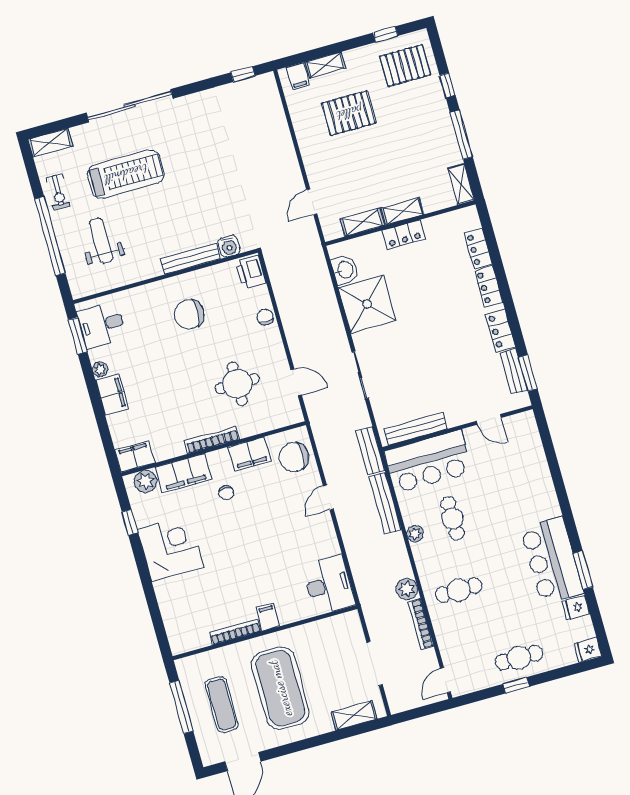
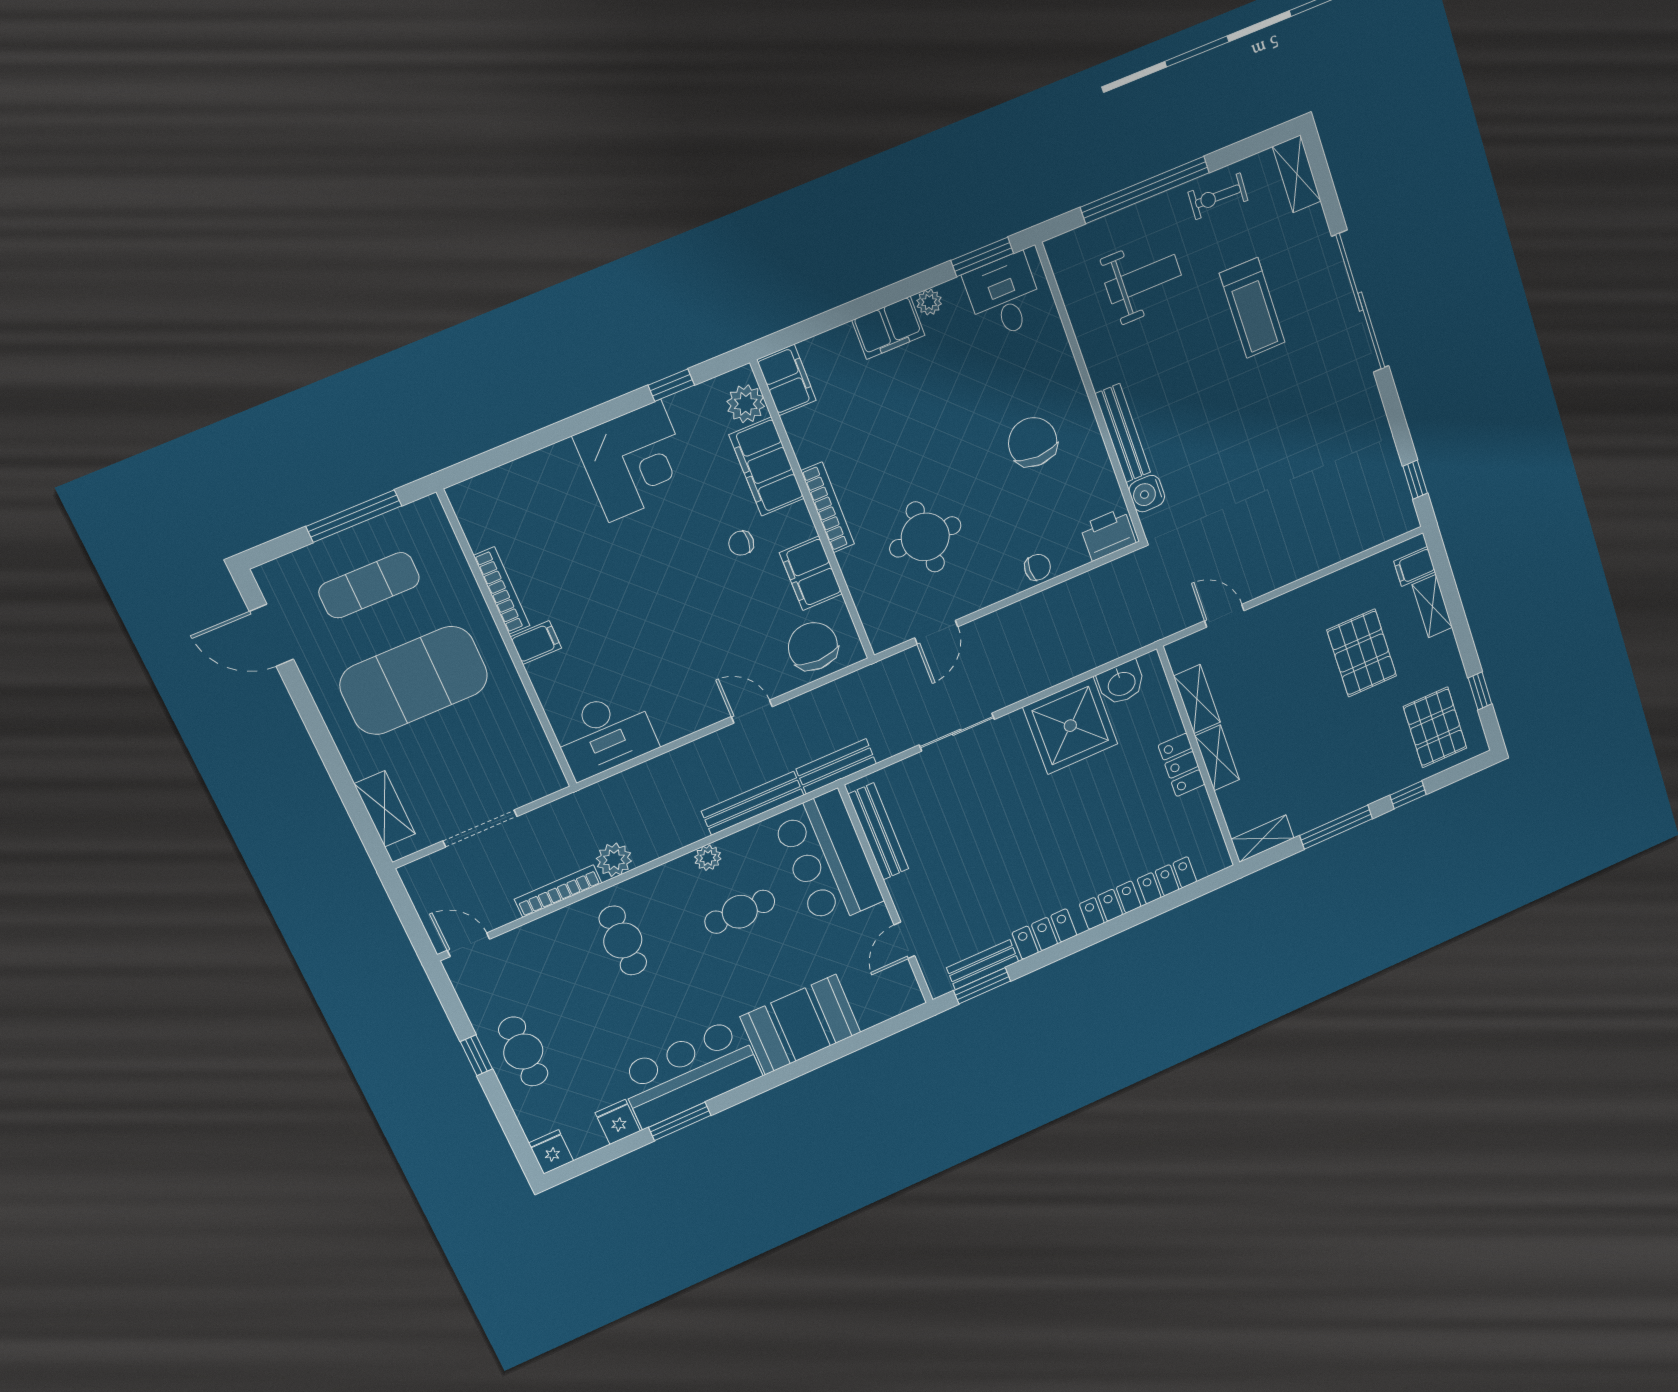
treadmill: (126, 174) -> (1252, 308), width x0.73, depth x0.73
booth: (533, 489) -> (801, 1025), added

